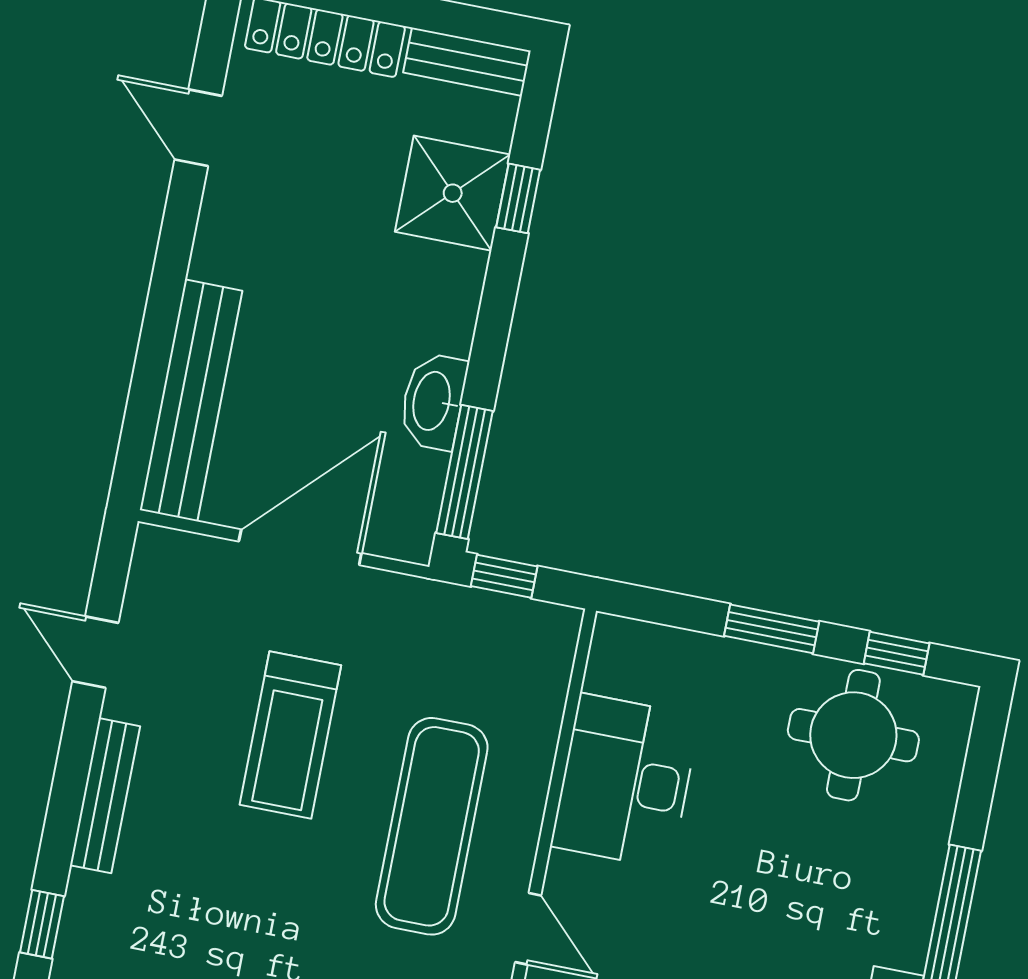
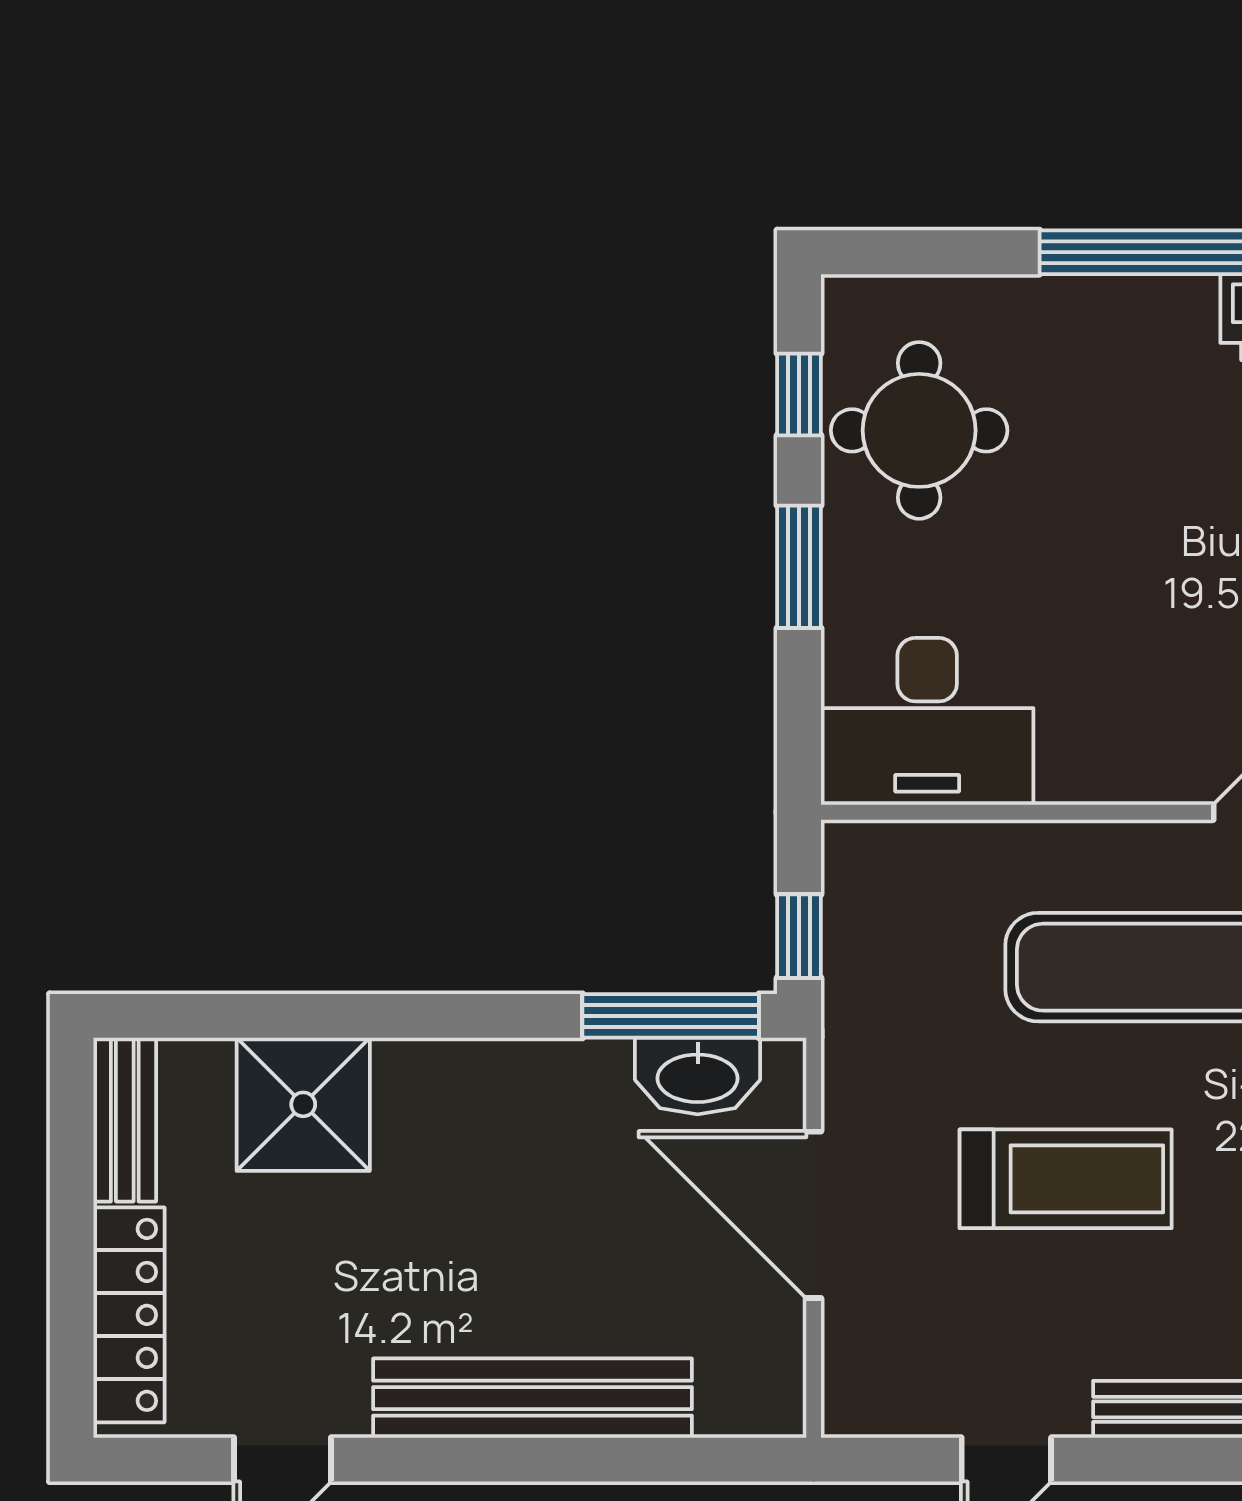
window: (518, 198) -> (293, 1016), removed
bench: (191, 400) -> (533, 1398), moved
washbasin: (433, 401) -> (698, 1076), moved
desk: (625, 781) -> (927, 721), moved

